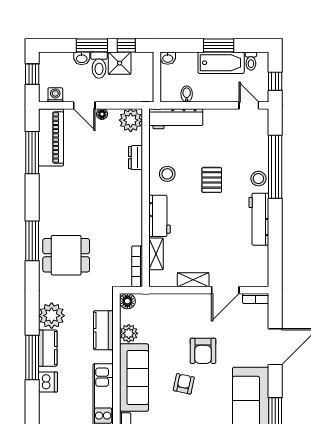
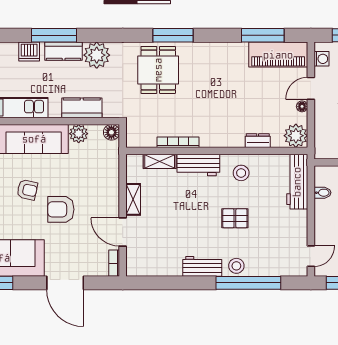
workbench: (259, 219) -> (202, 266), width x0.73
bookcase: (137, 266) -> (178, 142), moved

